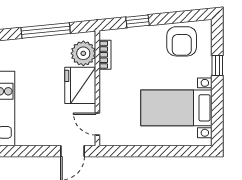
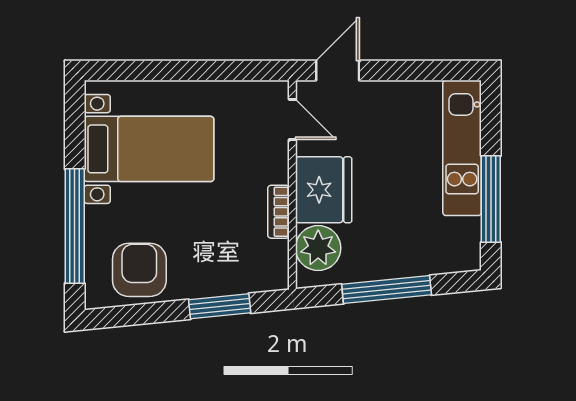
window: (137, 21) -> (220, 306), width x1.50
bookcase: (105, 55) -> (279, 212), moved
window: (217, 65) -> (75, 226), width x3.17

